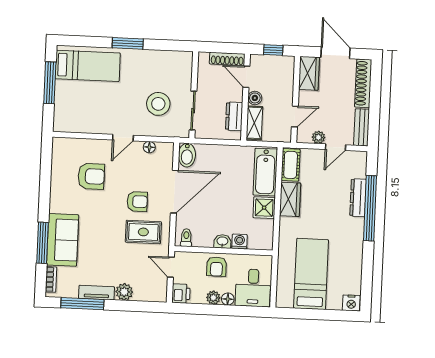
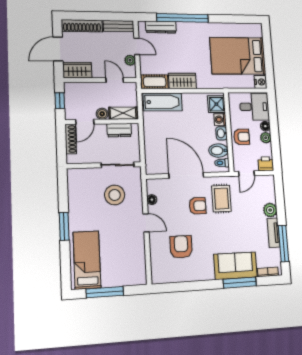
bidet: (187, 155) -> (218, 151), moved, turned 180
dresser: (358, 198) -> (161, 27), moved
armchair: (137, 202) -> (198, 206), turned 90
shower: (264, 208) -> (216, 104), moved
bed: (311, 274) -> (238, 56), width x1.50
nightstand: (351, 303) -> (261, 82), moved

